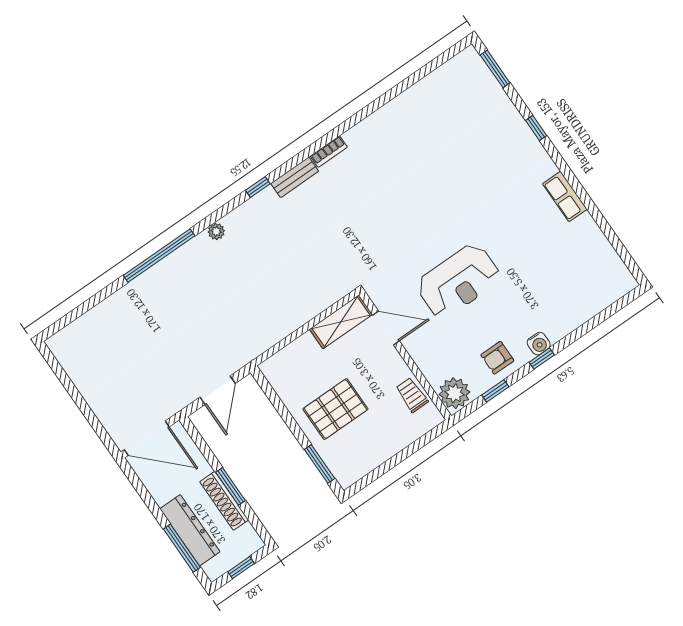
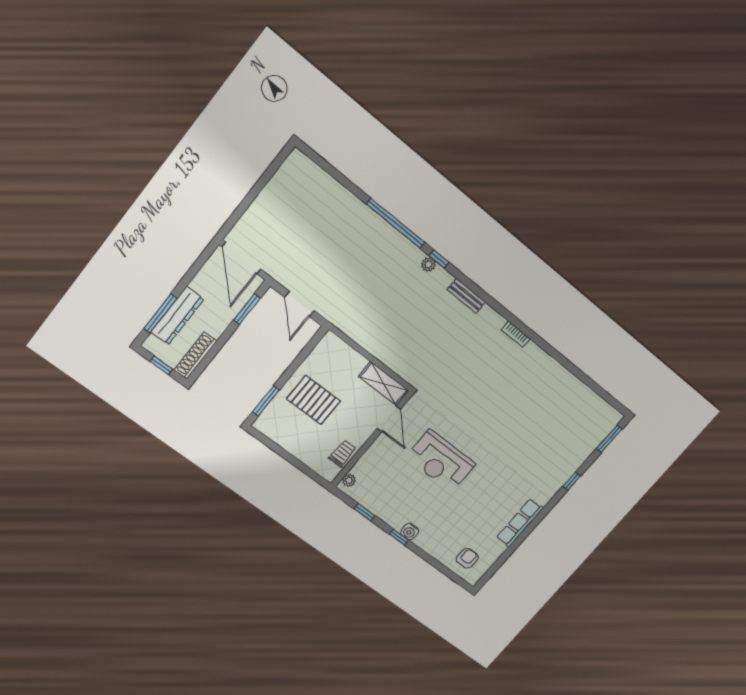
bench: (295, 177) -> (466, 296), moved
window: (258, 187) -> (439, 259), moved
row of seats: (565, 196) -> (520, 523), width x1.48
armchair: (497, 358) -> (467, 558), moved, turned 90
door: (218, 390) -> (299, 304), hinge flipped
plant: (454, 393) -> (349, 480), width x0.53, depth x0.53
window: (230, 486) -> (247, 309), moved
shoe rack: (224, 501) -> (195, 356), moved

